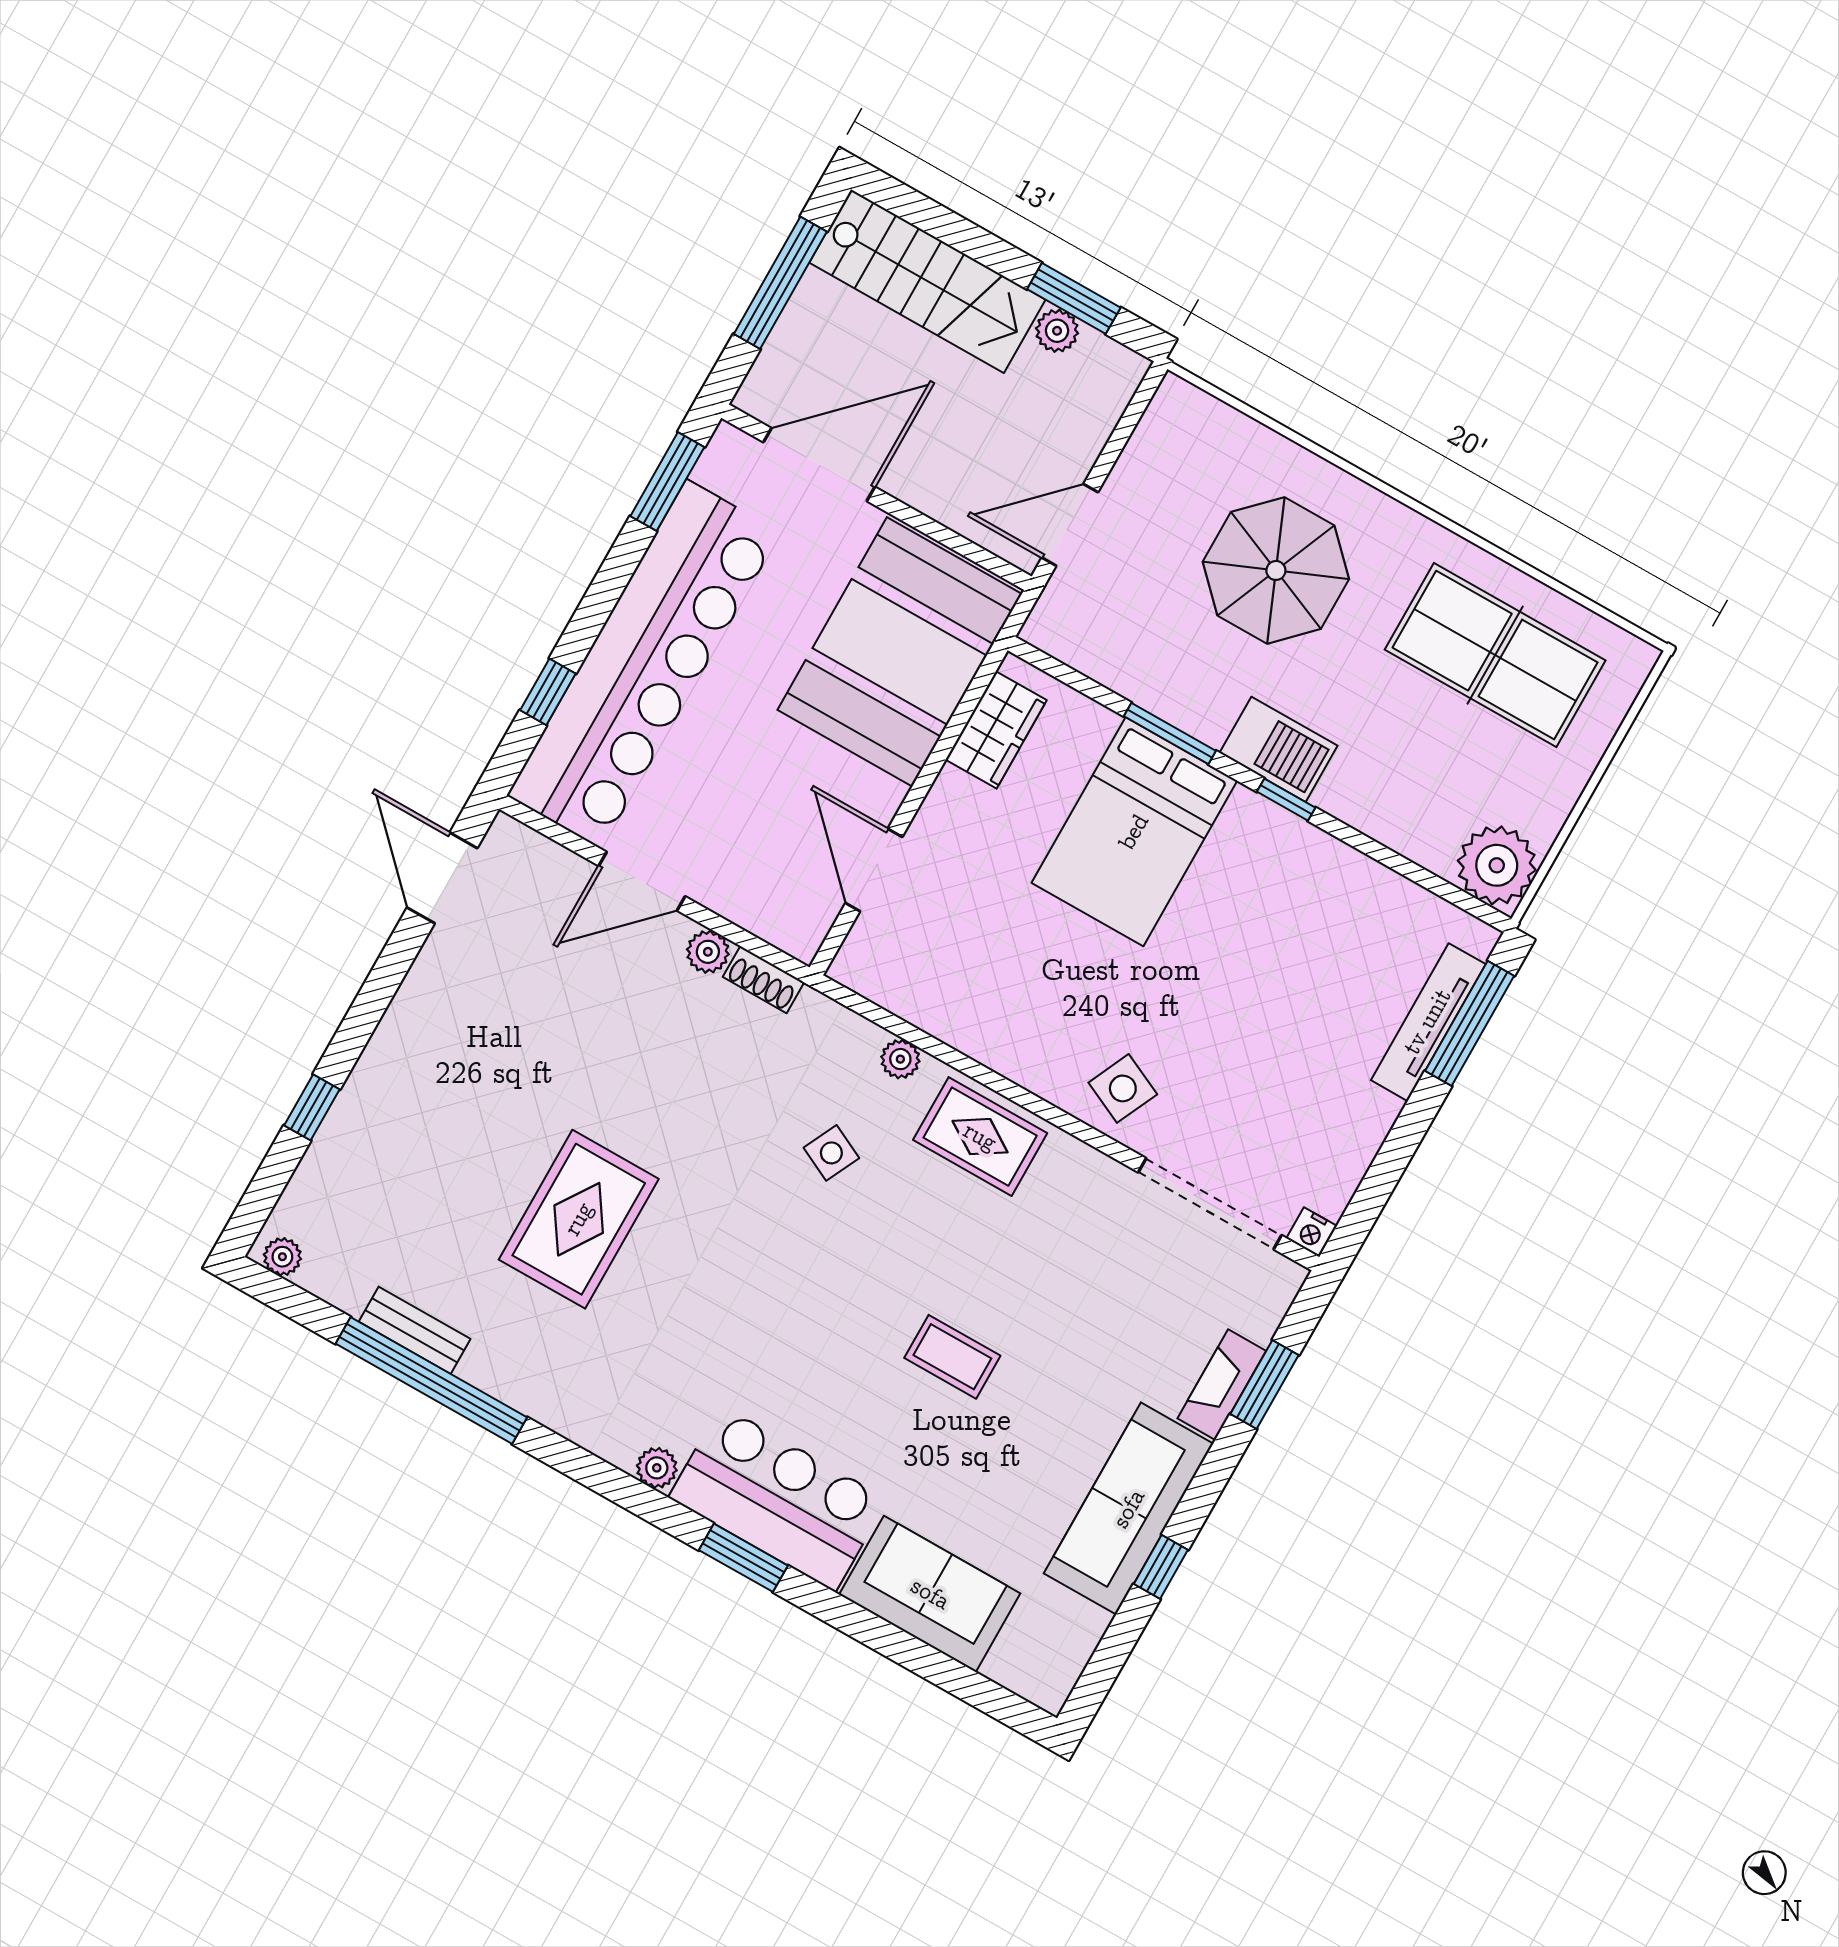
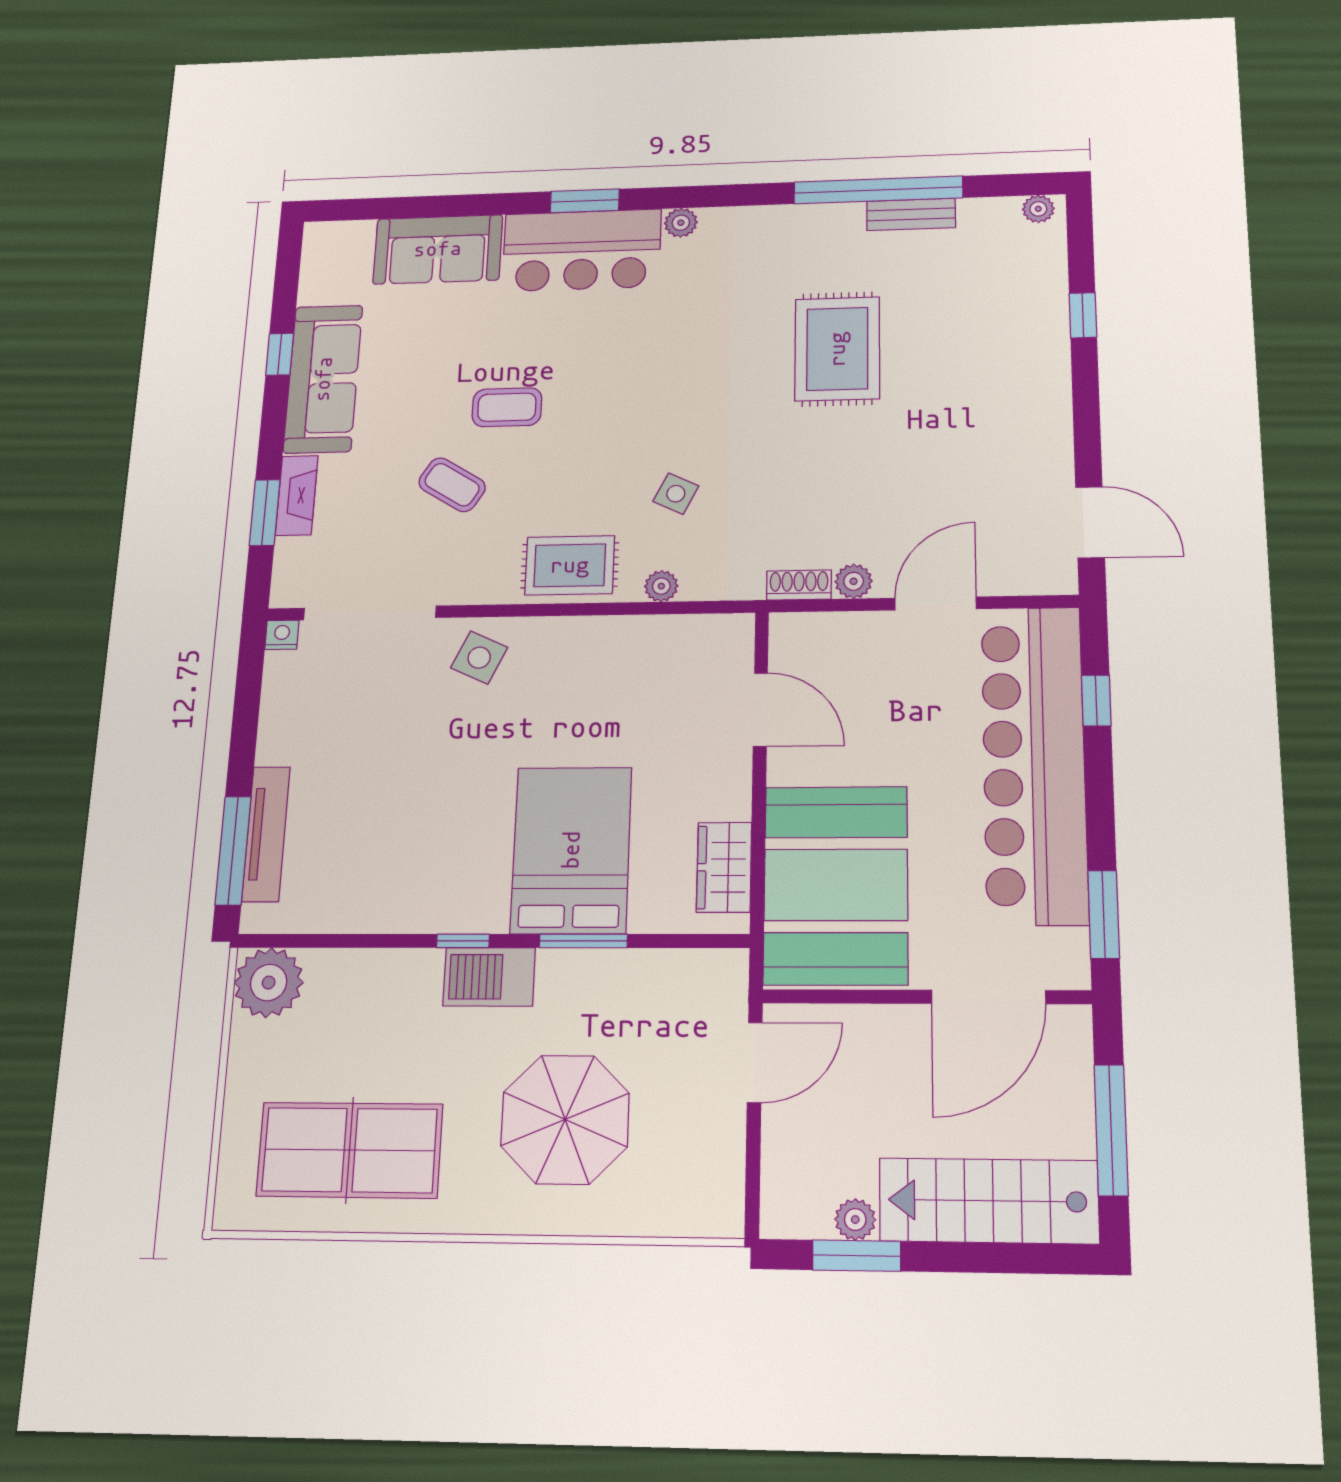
coffee table: (1054, 1300) -> (452, 485), added

